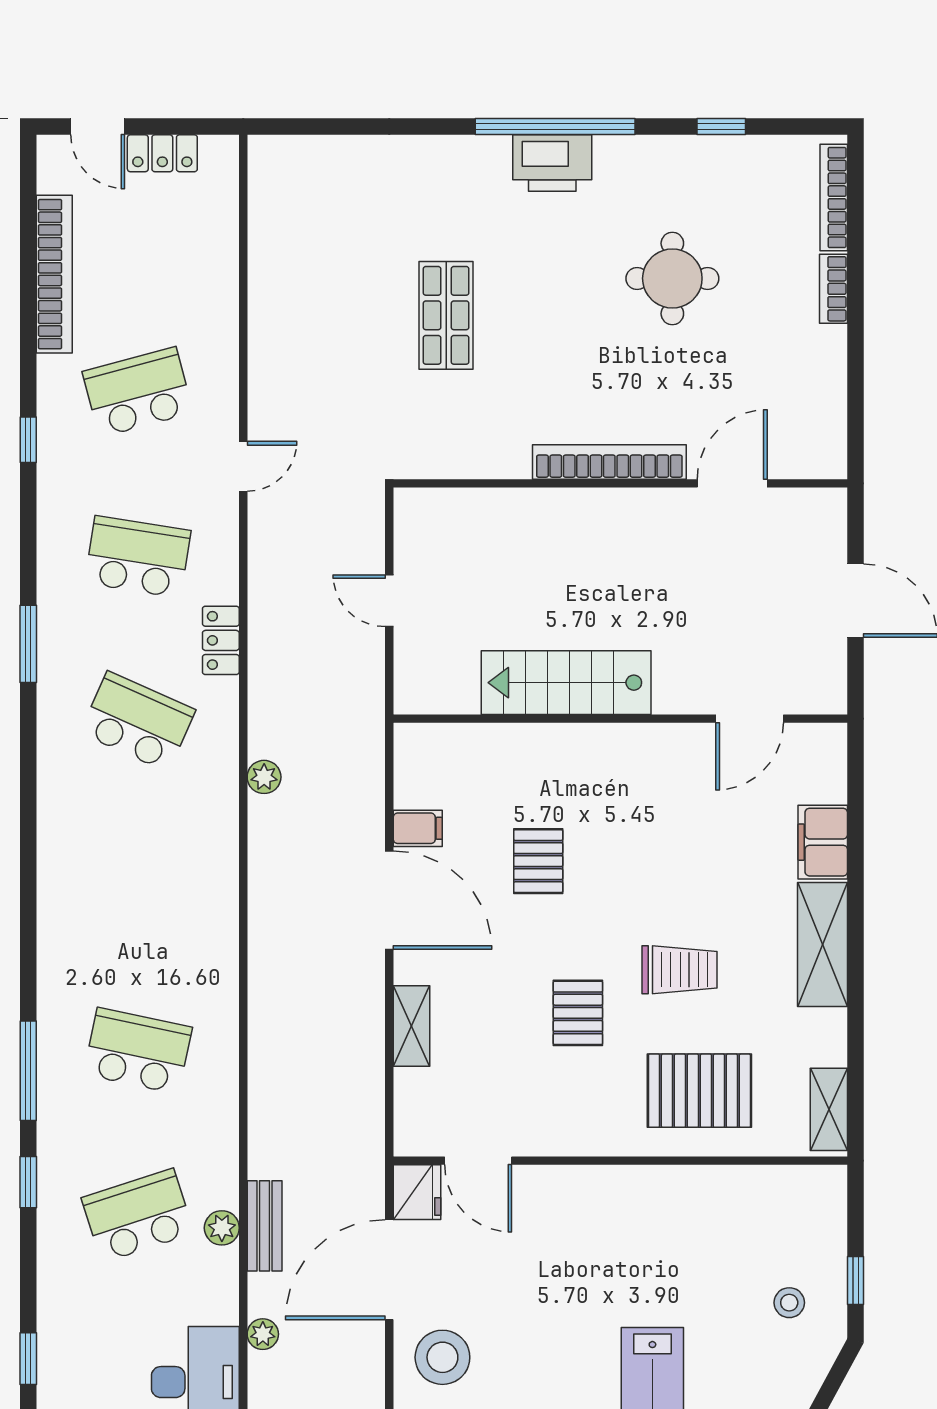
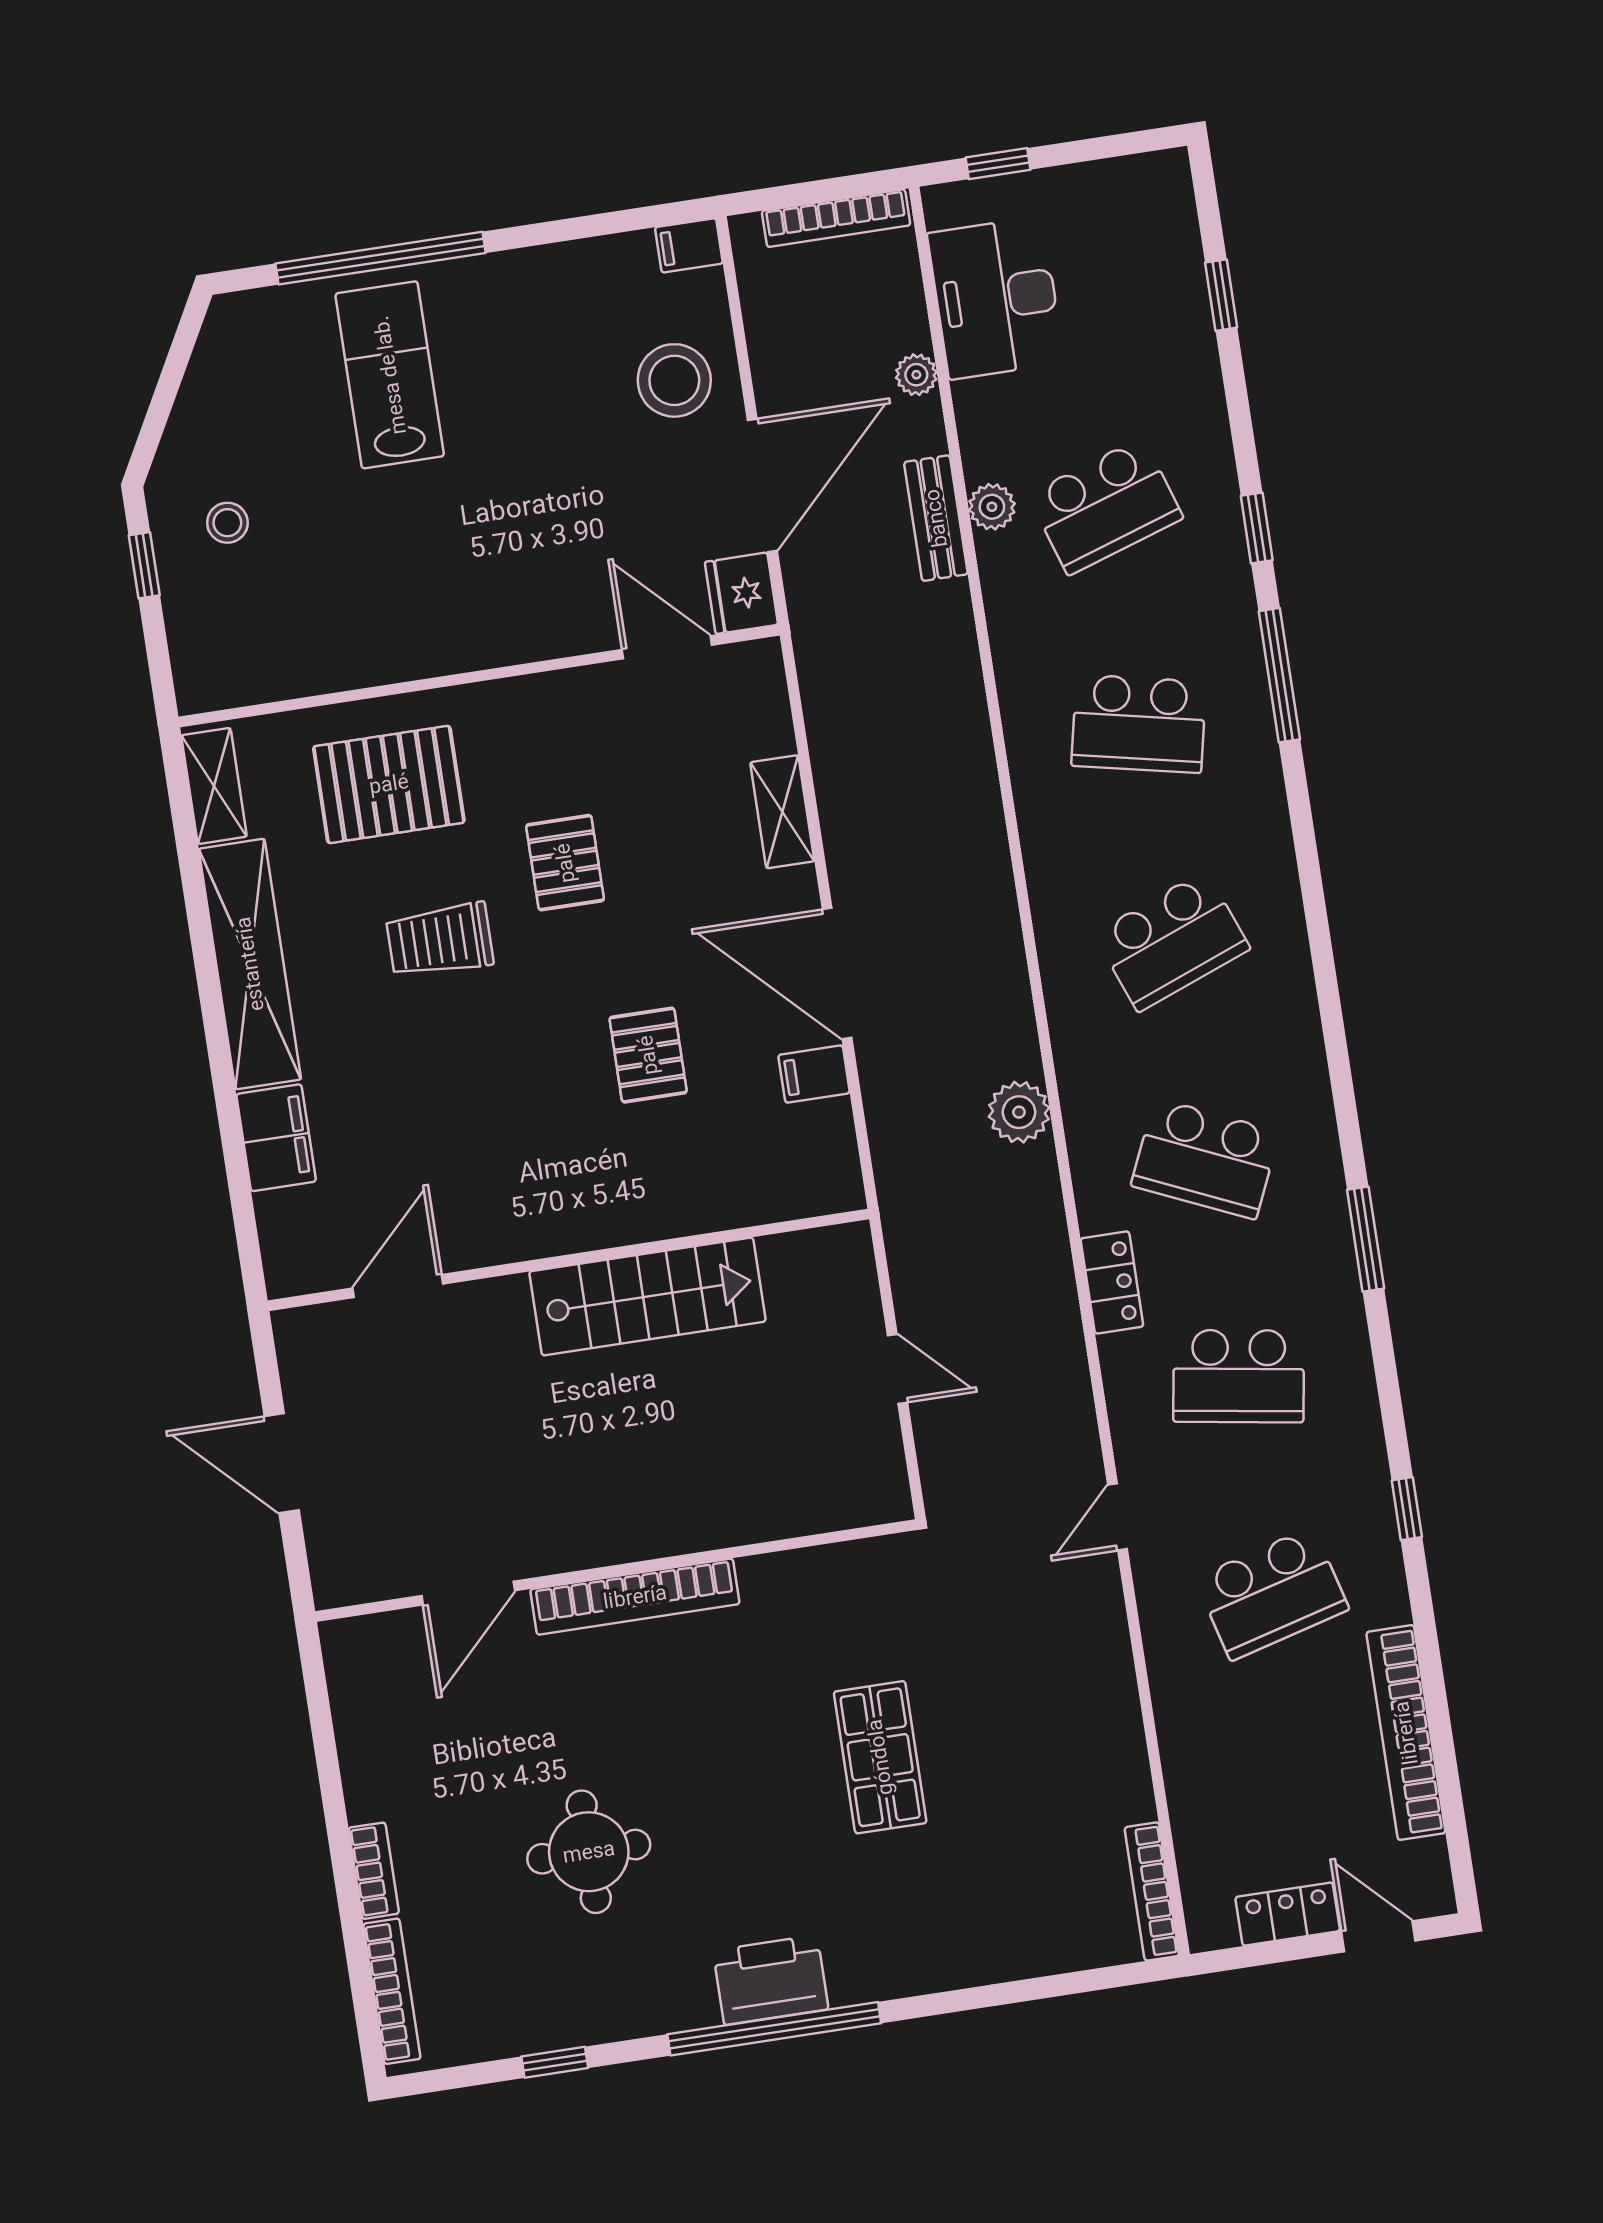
bookcase: (260, 185) -> (1152, 1891), added
plant: (264, 777) -> (1019, 1112), width x1.38, depth x1.38
school desk: (138, 886) -> (1172, 941), added
shelving: (823, 944) -> (250, 964), width x1.47

